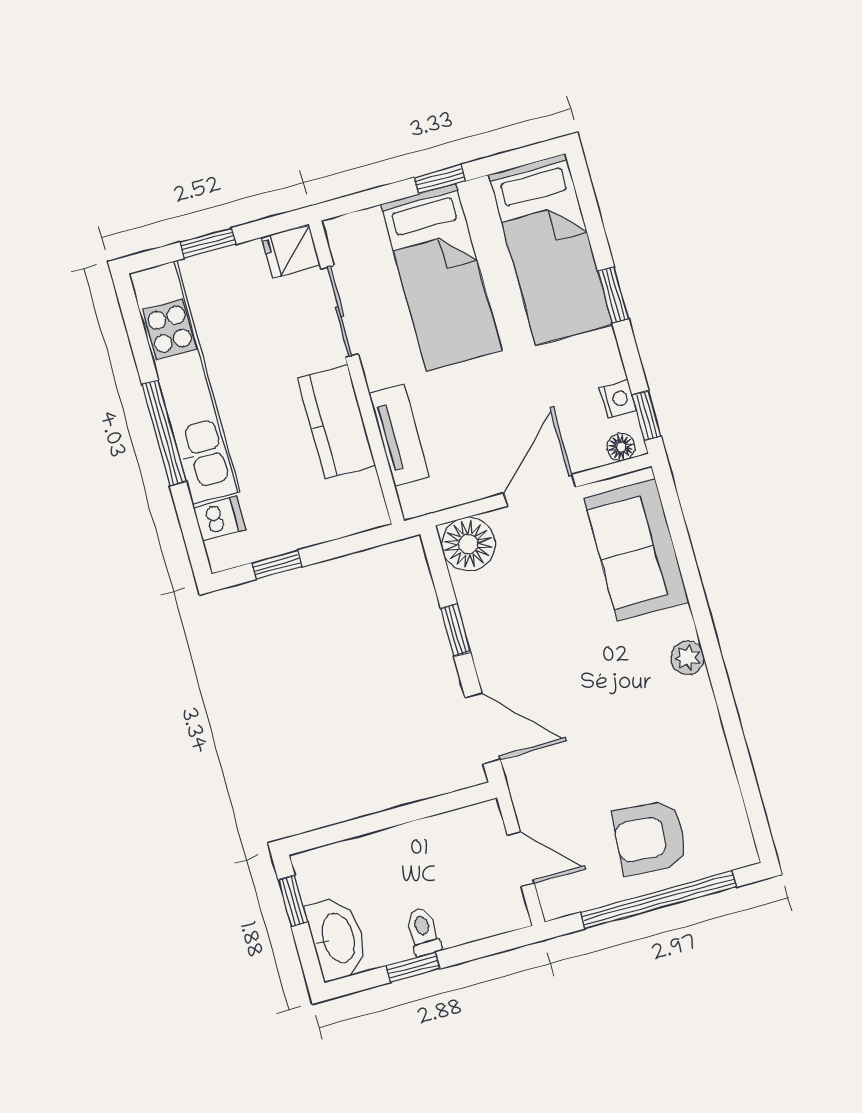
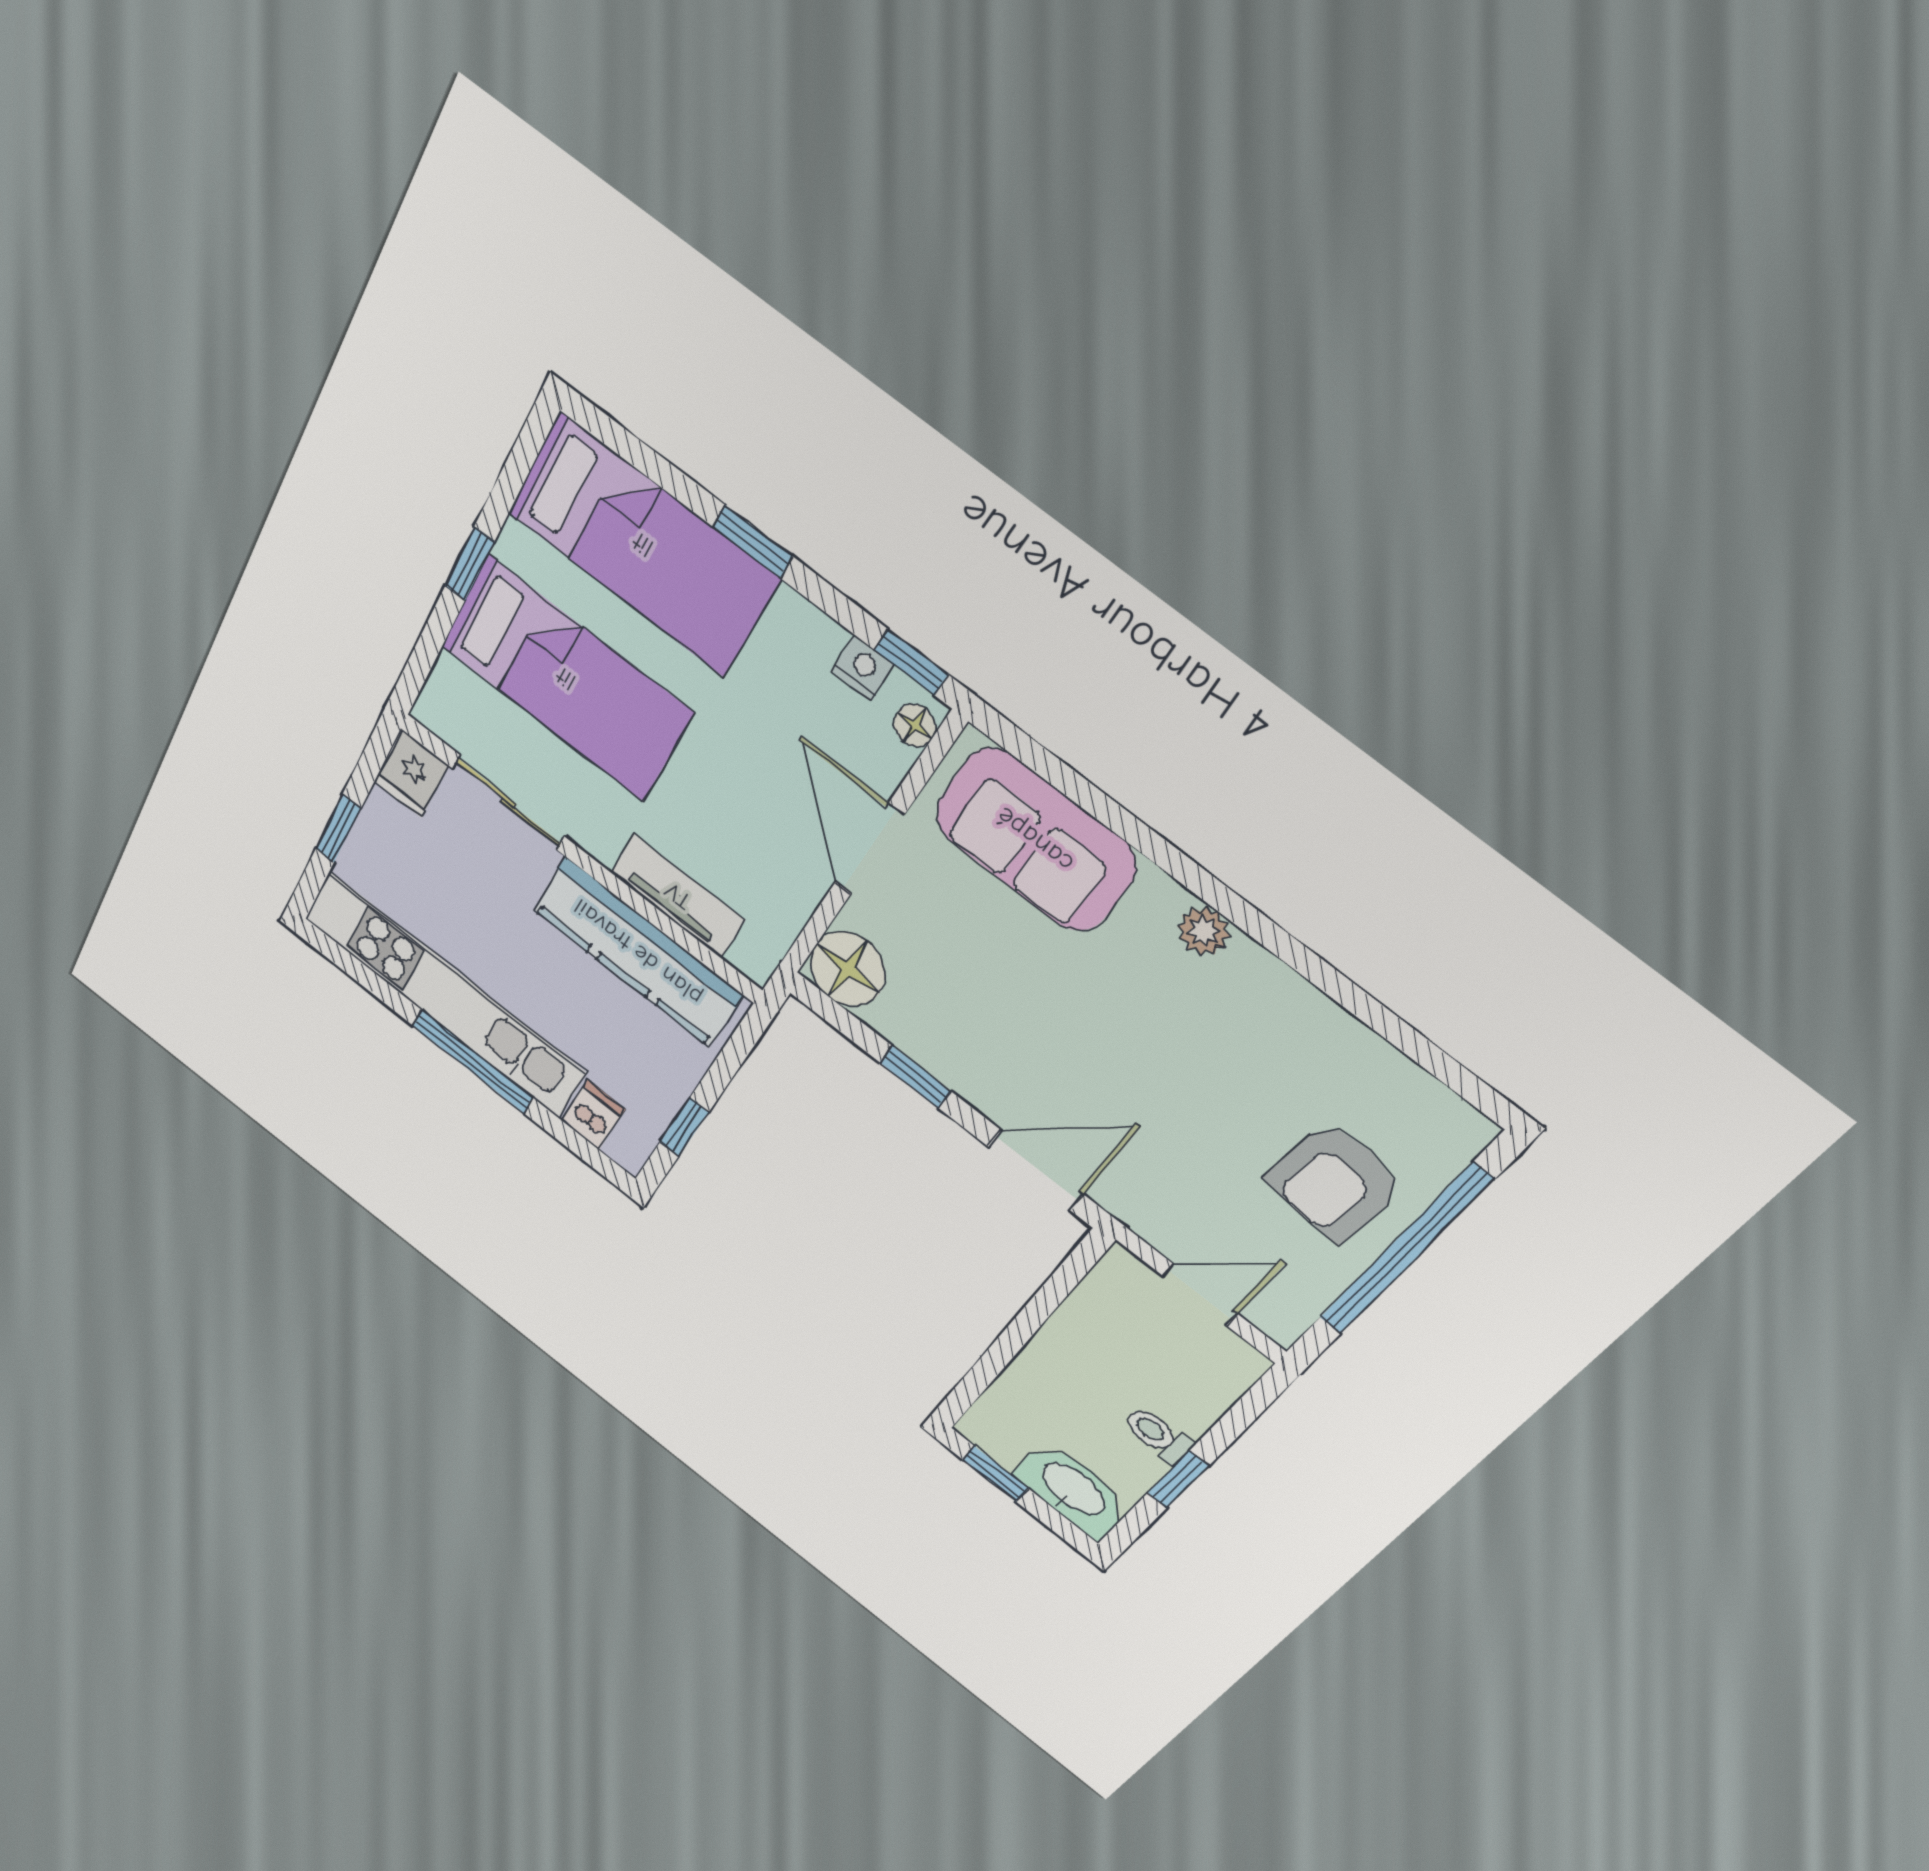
kitchen counter: (336, 422) -> (638, 952), width x1.50

